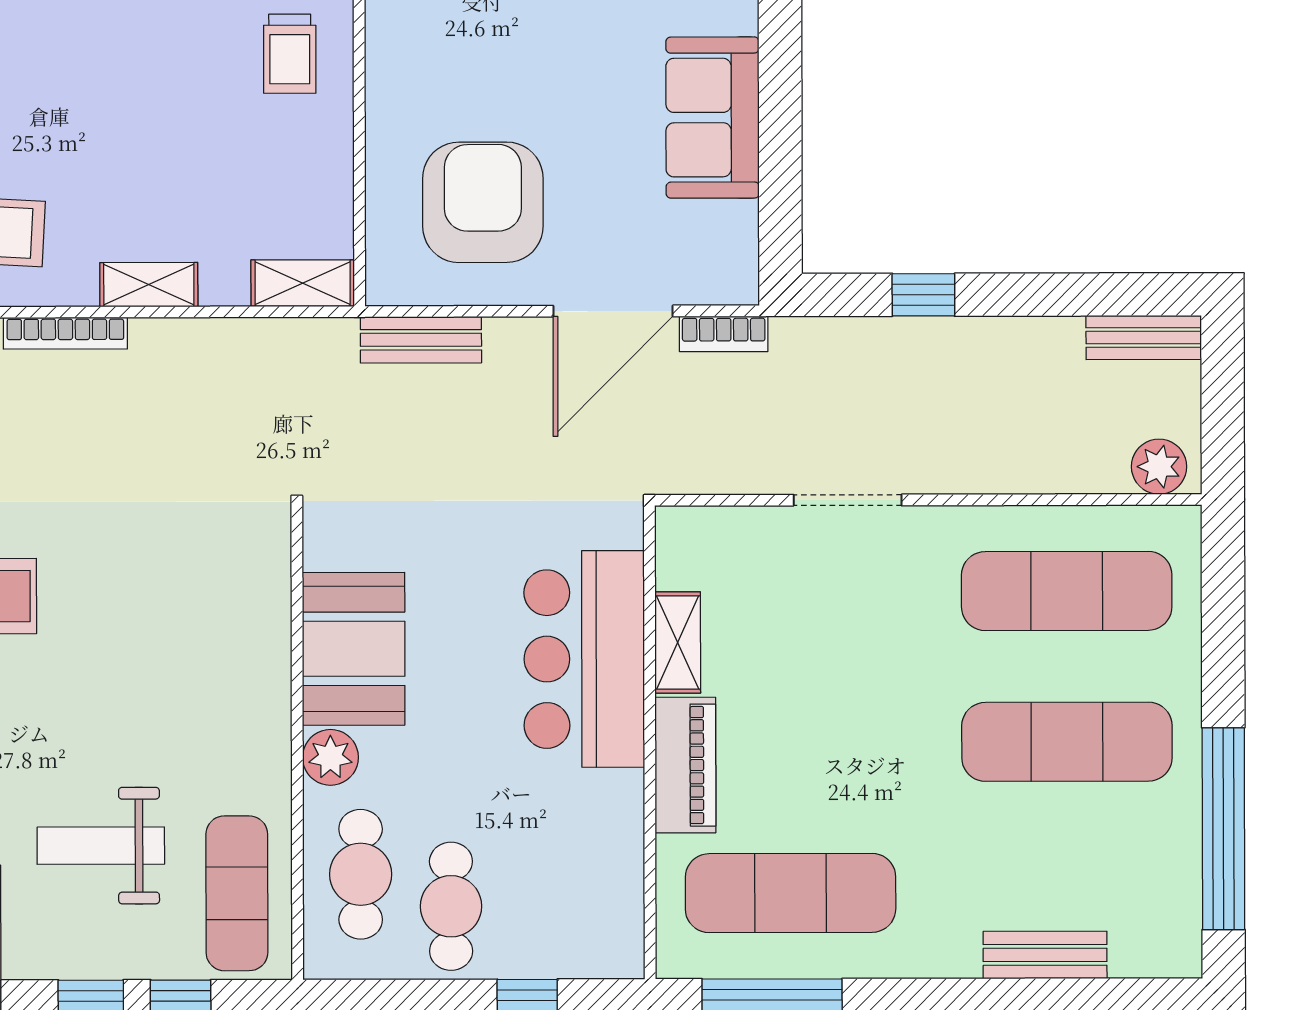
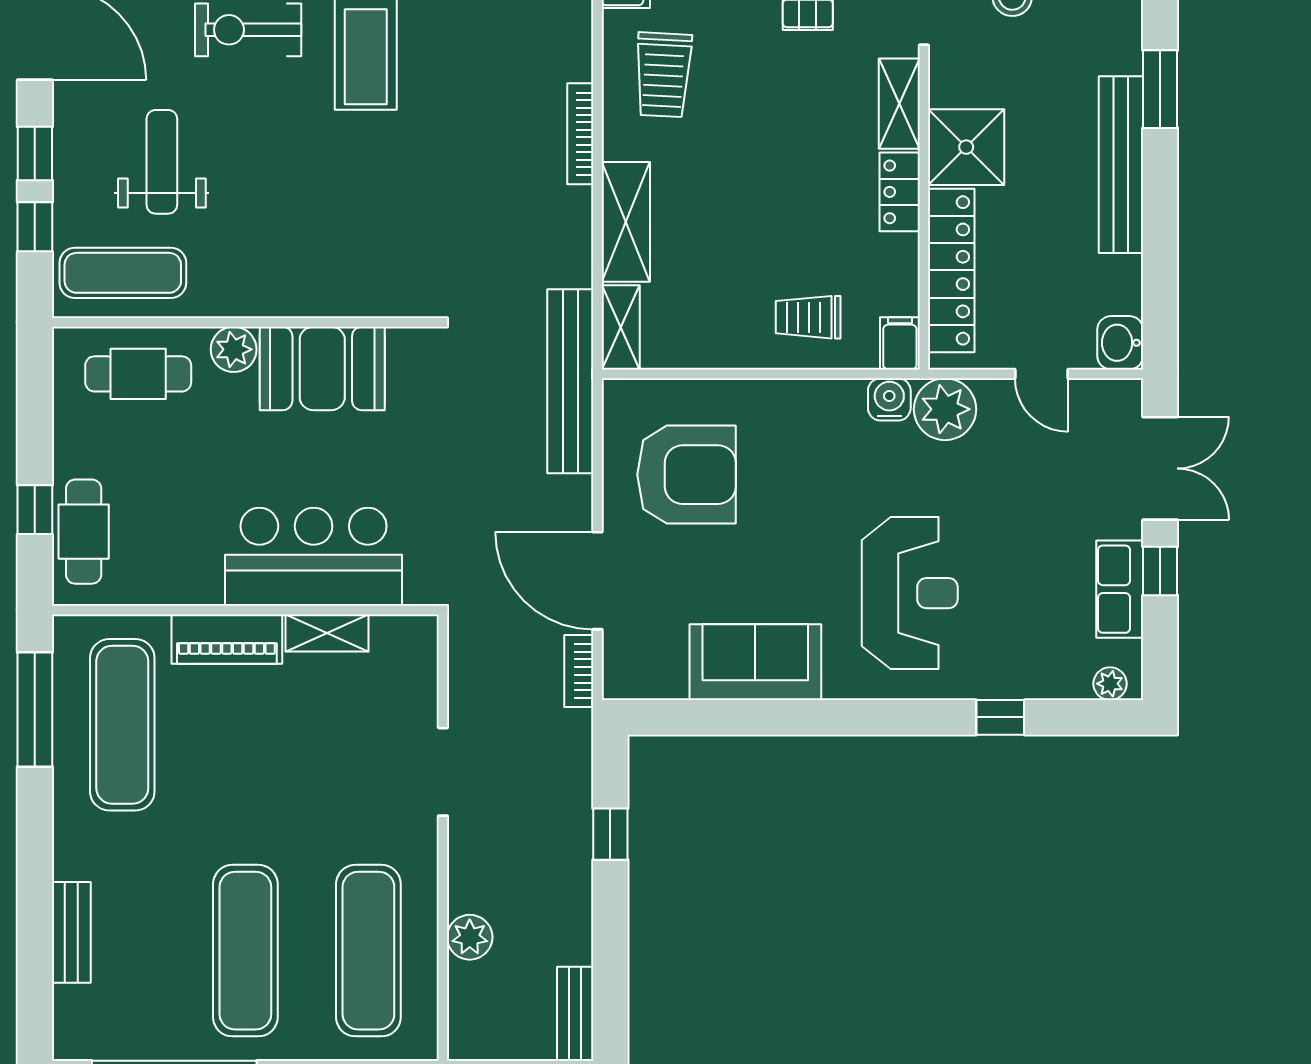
shelving: (149, 285) -> (626, 222), width x1.50, depth x1.33
bench: (421, 340) -> (570, 381), width x1.86, depth x1.21
plant: (1159, 467) -> (470, 937), moved
cafe table: (451, 906) -> (84, 532), moved, turned 90

